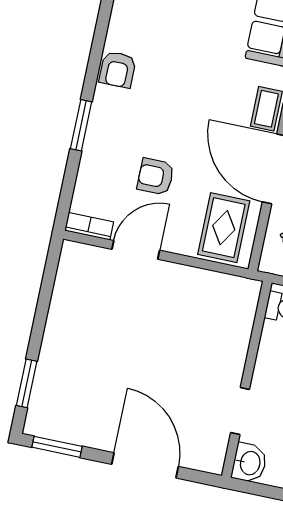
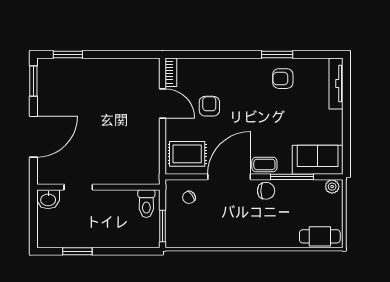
armchair: (118, 70) -> (283, 79), moved
window: (81, 125) -> (277, 55), moved

